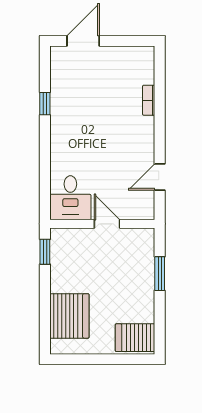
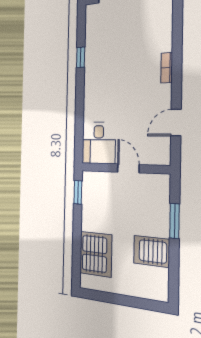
bookcase: (149, 100) -> (167, 68), moved
server rack: (135, 338) -> (151, 251), moved

